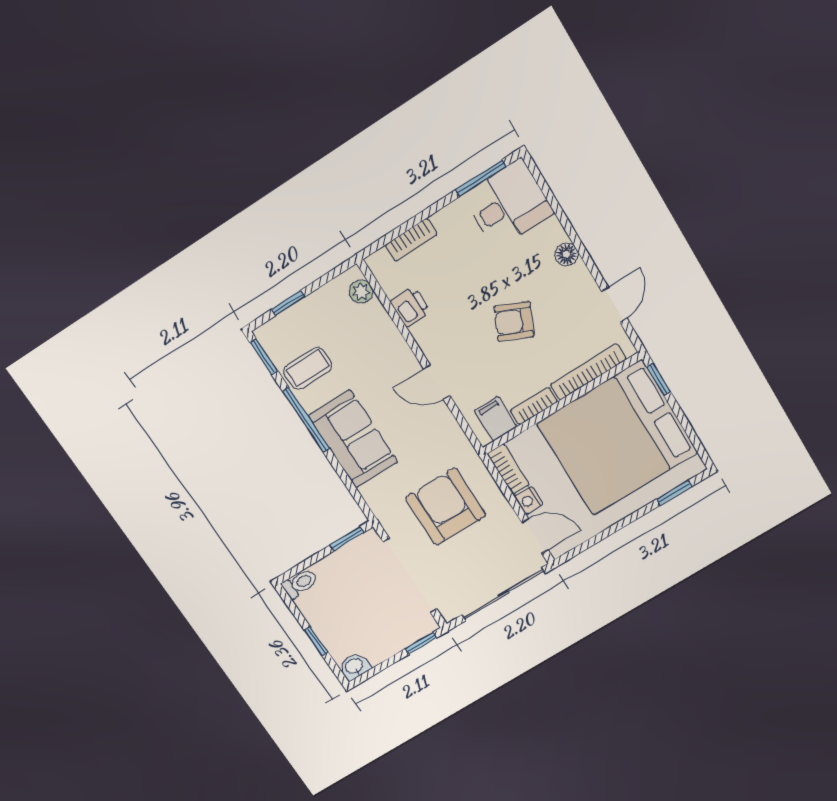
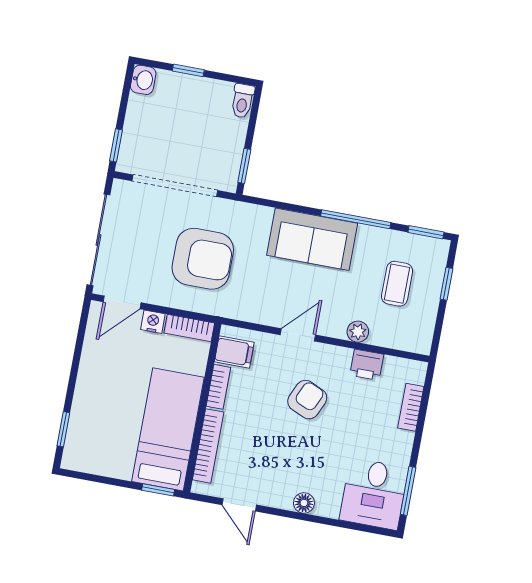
plant: (361, 292) -> (358, 332), moved
armchair: (514, 321) -> (307, 400), moved
coffee table: (308, 368) -> (397, 284), moved
bed: (617, 438) -> (168, 429), width x0.49

